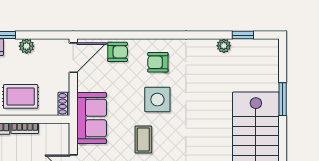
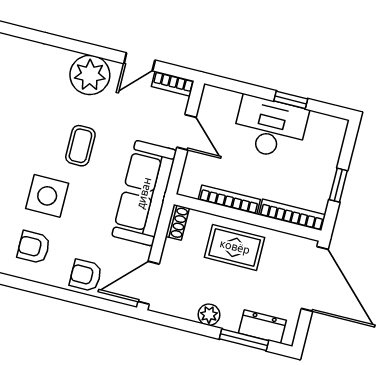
armchair: (158, 62) -> (34, 247), turned 180
sofa: (92, 118) -> (144, 193), width x1.36
bookcase: (25, 128) -> (229, 200), width x1.56

